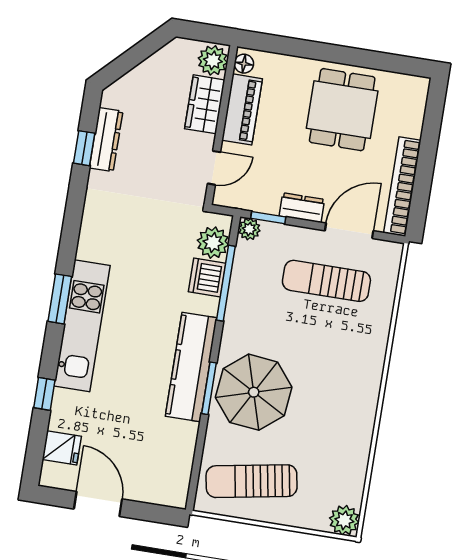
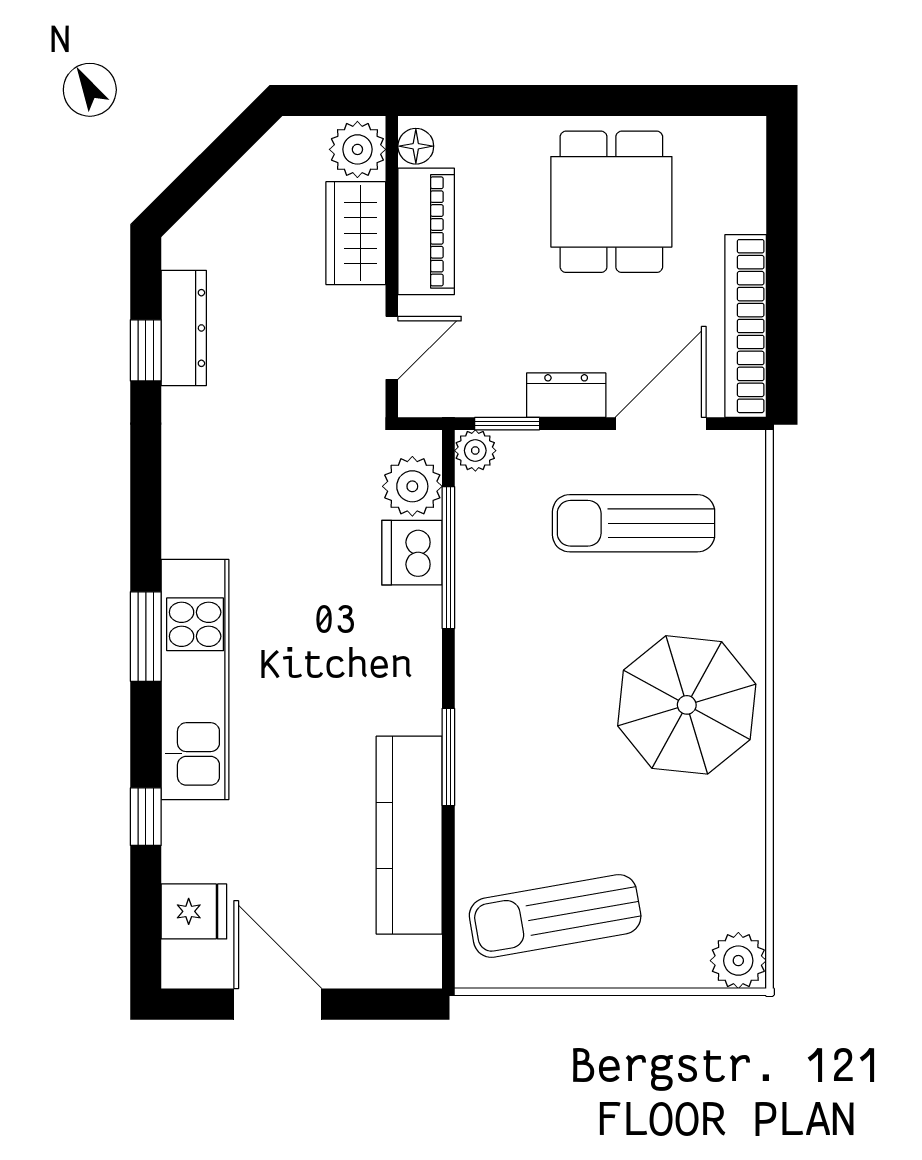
kitchen counter: (191, 367) -> (409, 835), moved
parasol: (254, 392) -> (687, 705), moved

